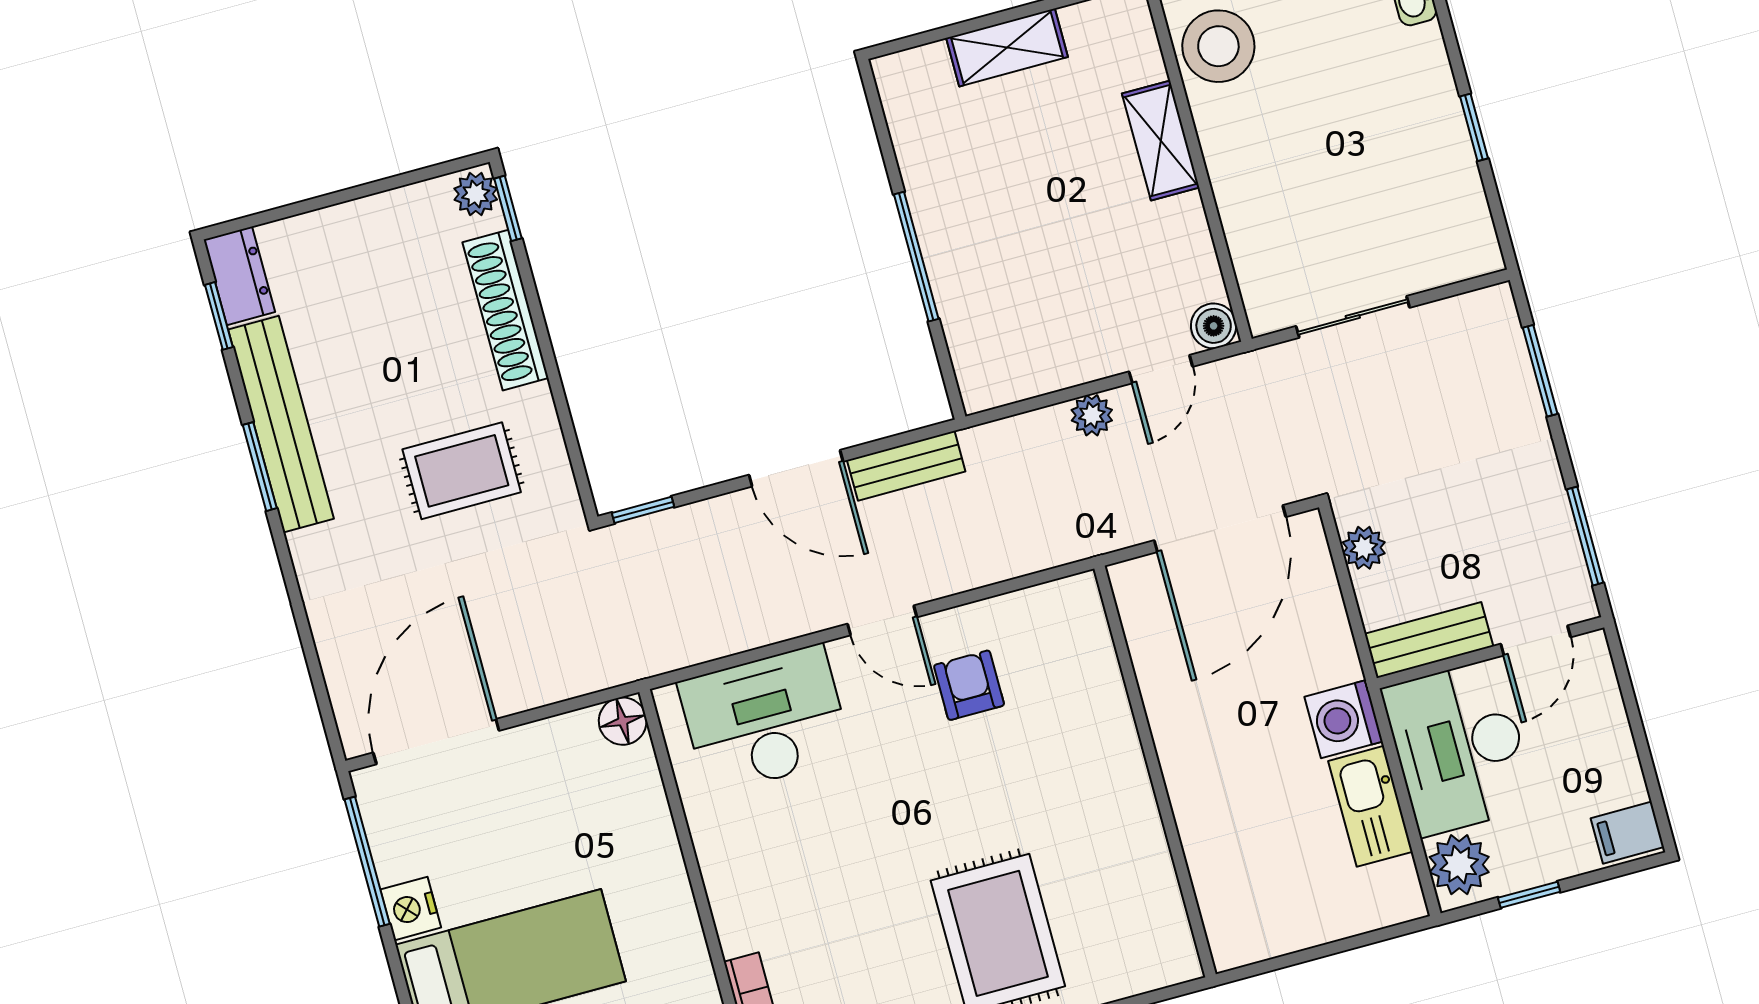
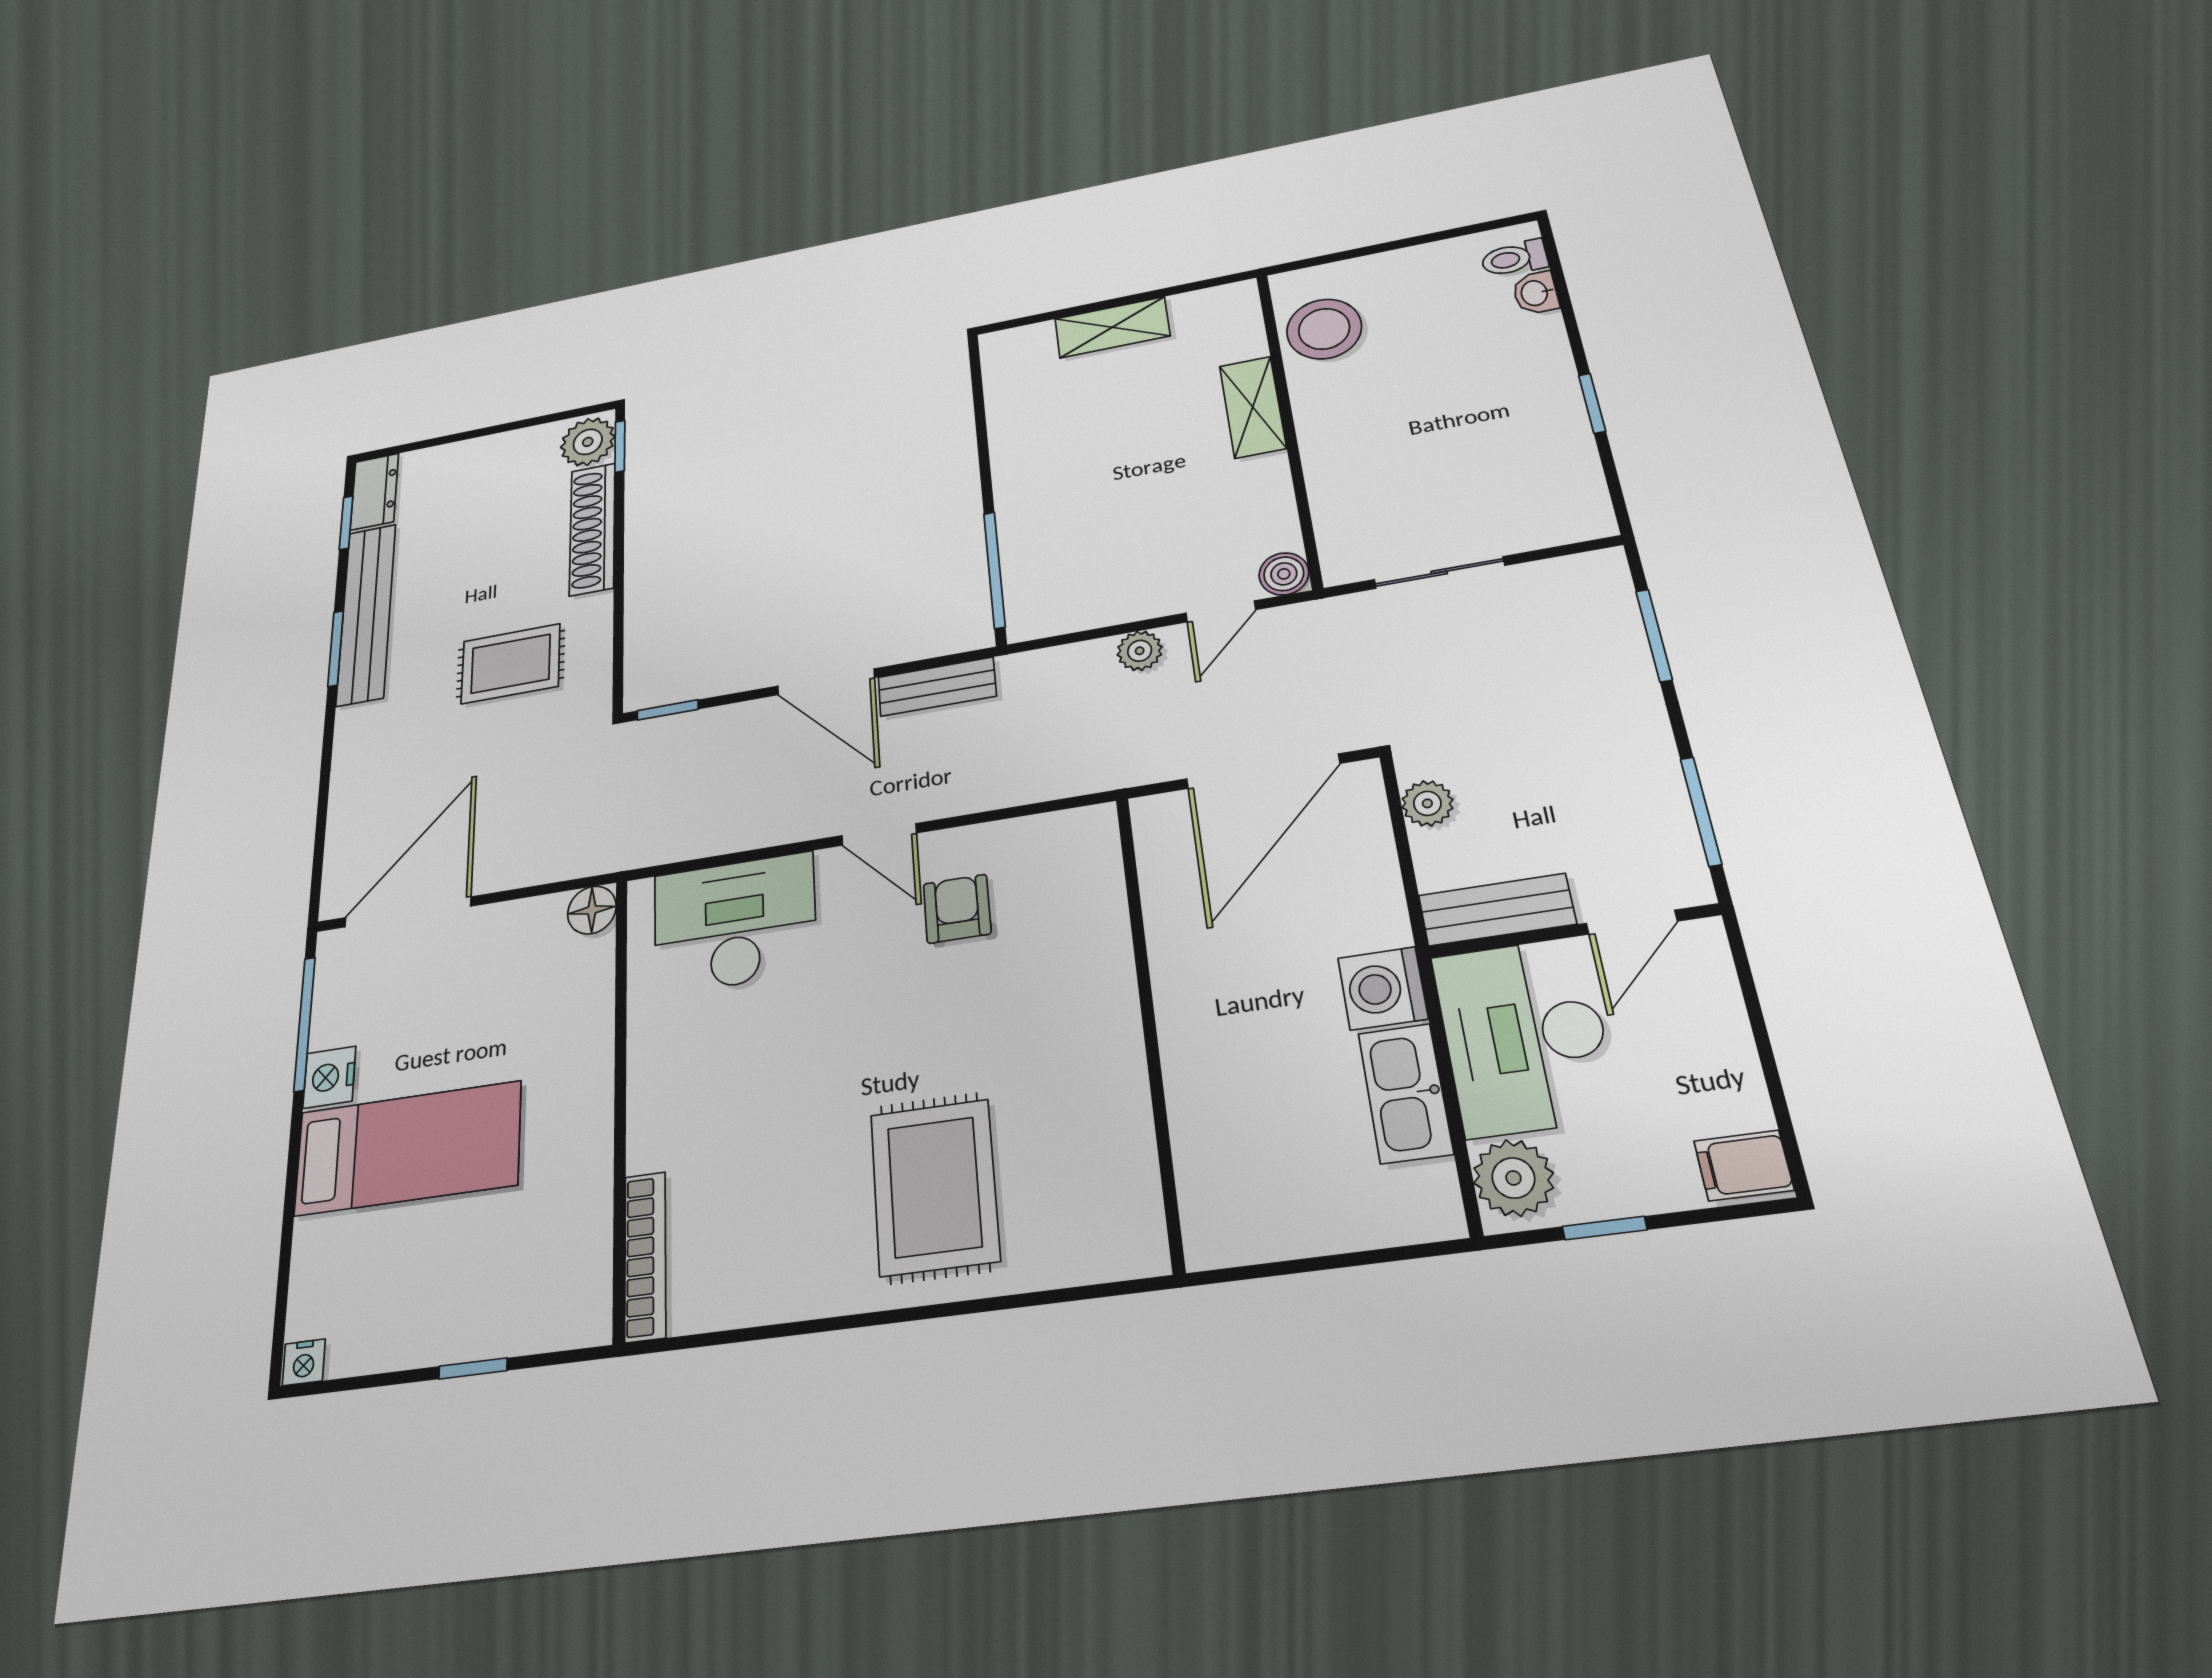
plant: (476, 194) -> (588, 442), width x1.38, depth x1.38
window: (916, 257) -> (994, 570), moved

